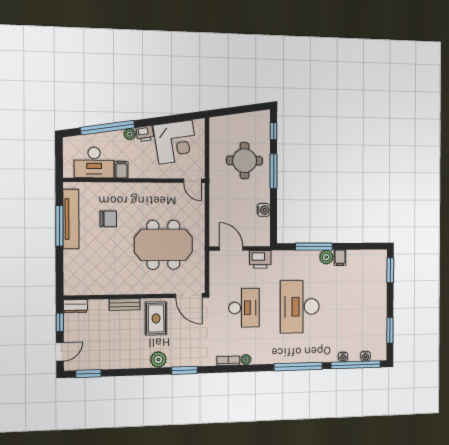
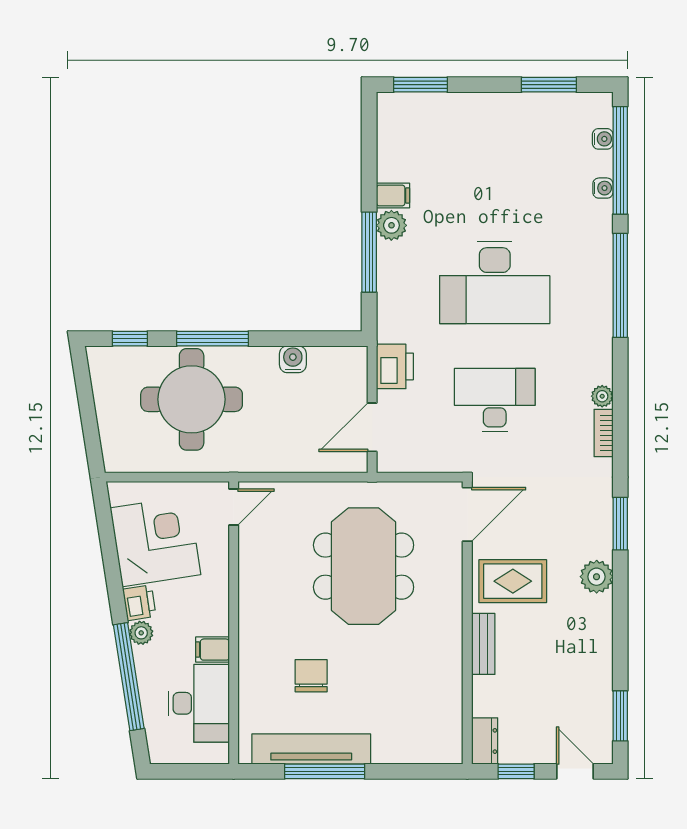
round table: (245, 161) -> (192, 399), width x1.36, depth x1.36

